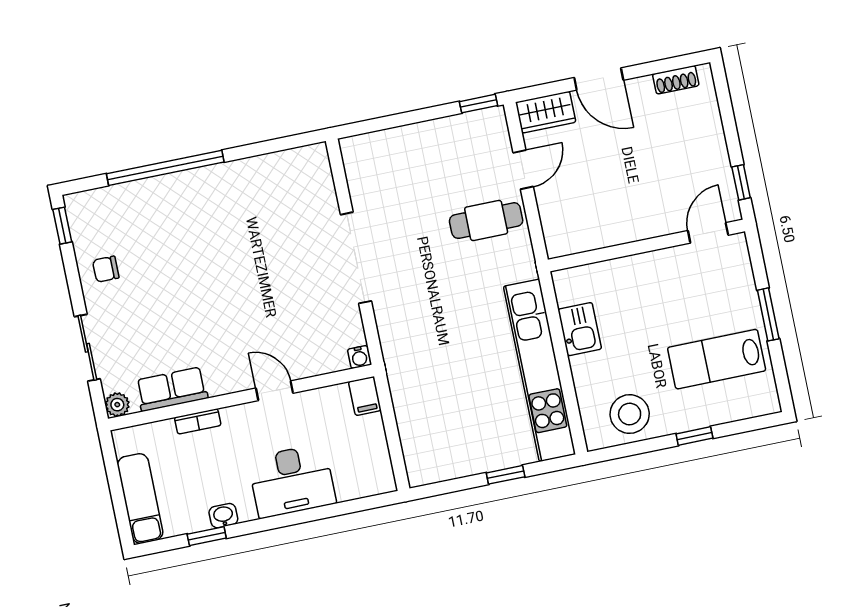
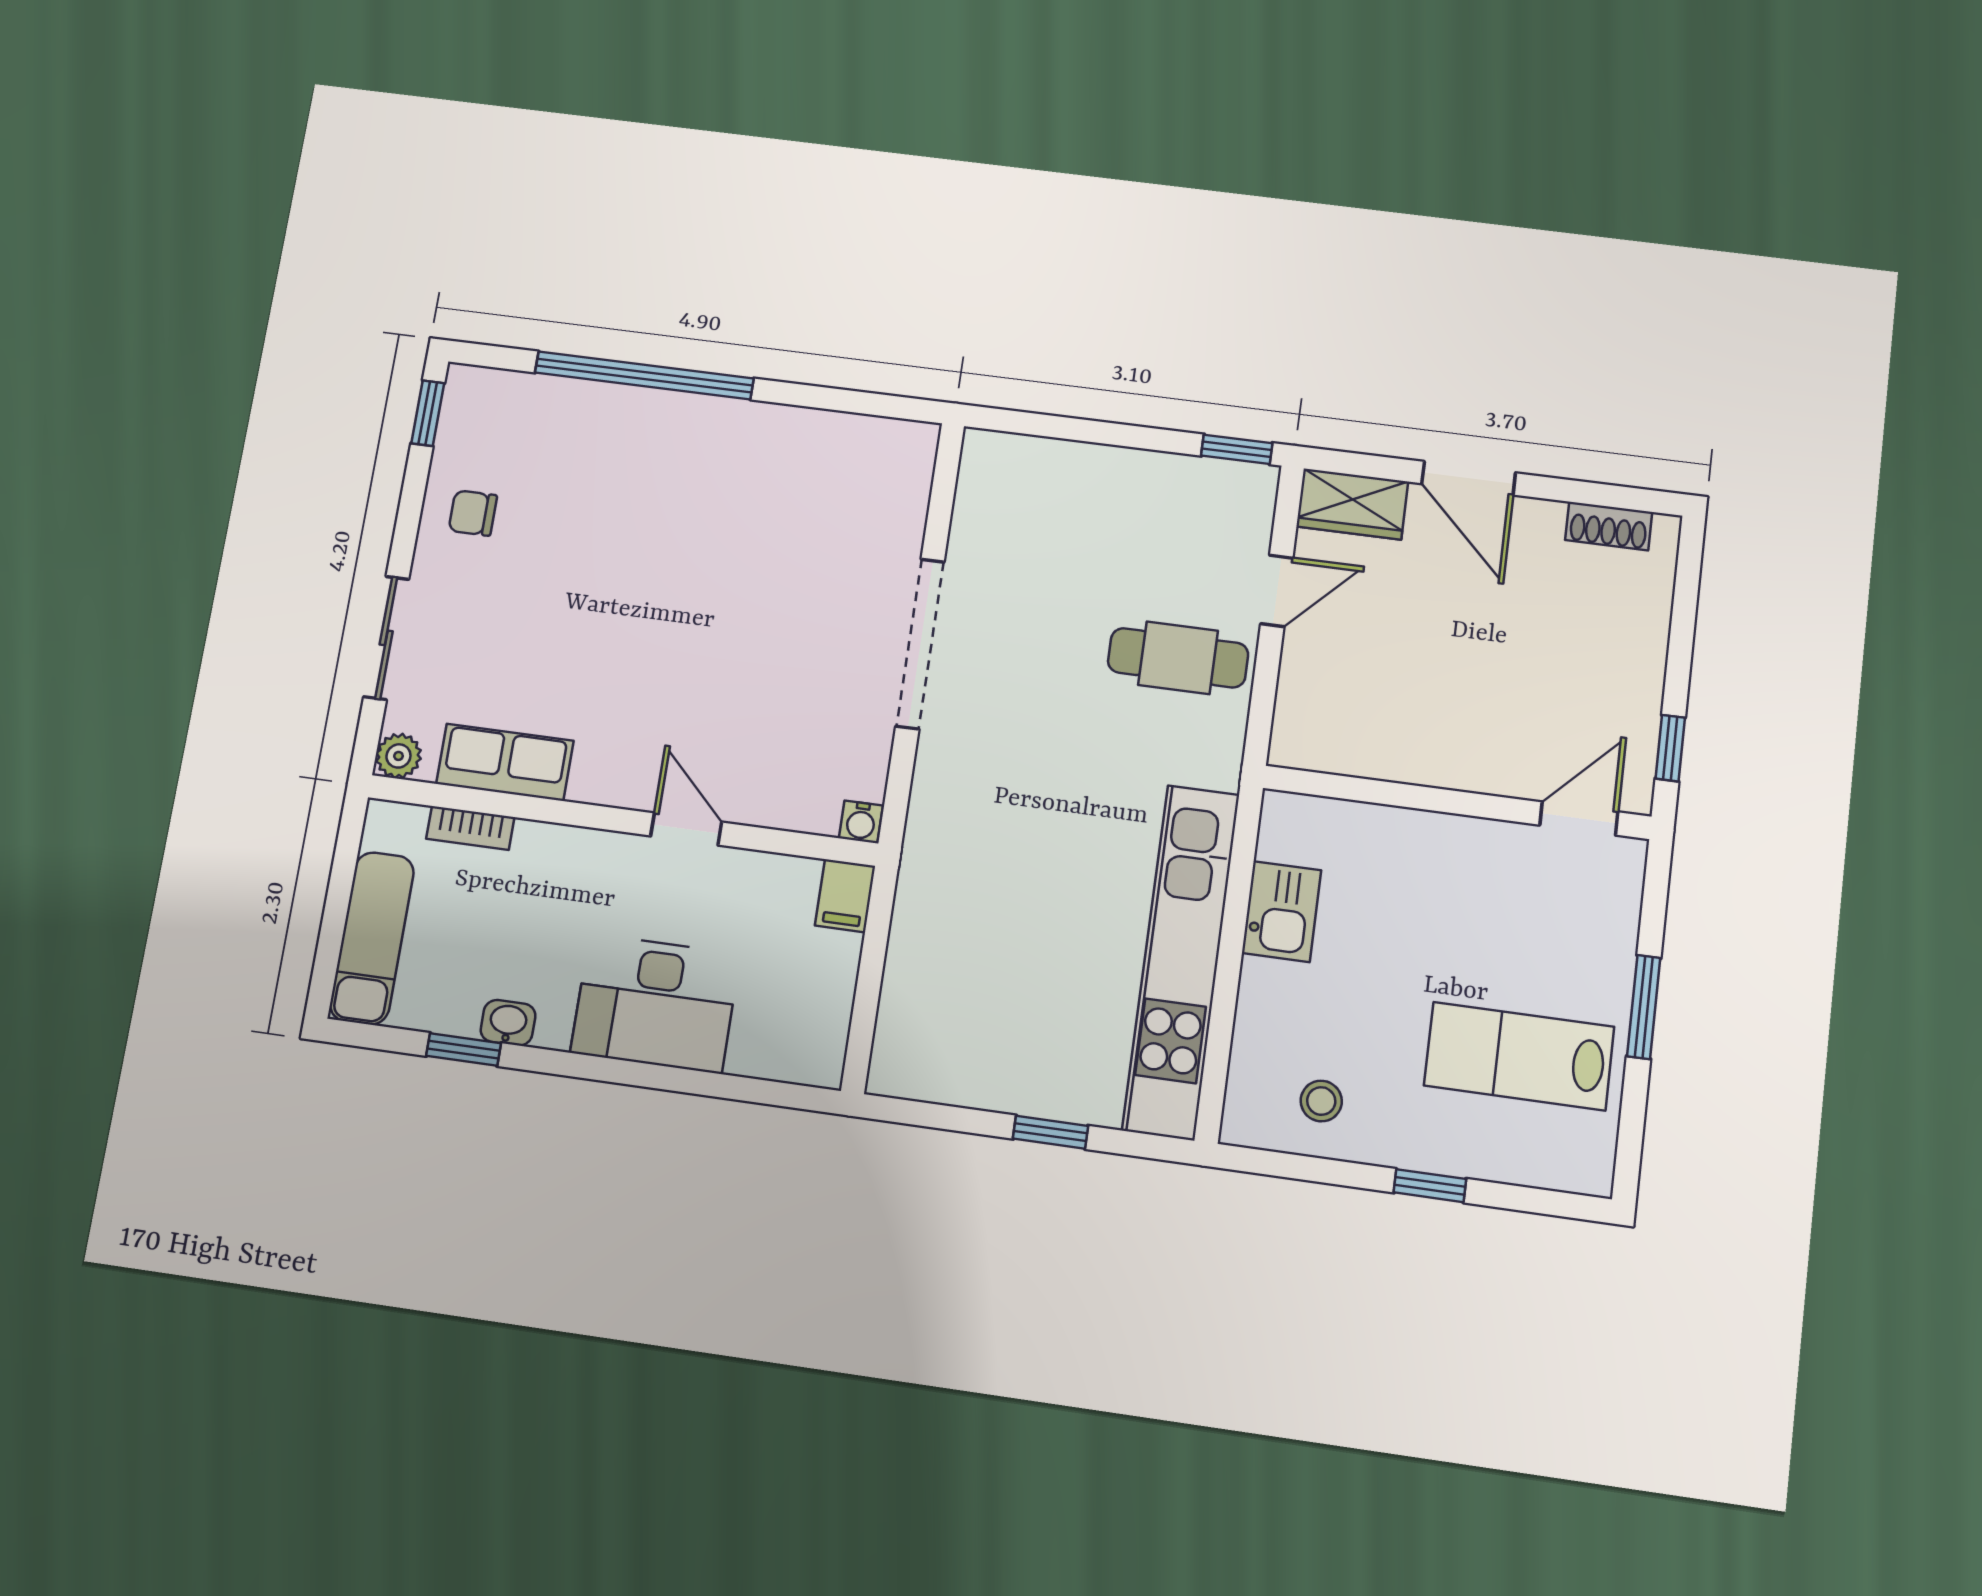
stool: (630, 414) -> (1321, 1101), width x0.53, depth x0.53
bookcase: (198, 421) -> (470, 828), moved

